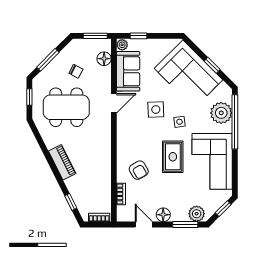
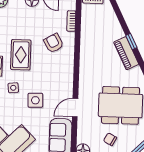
window: (71, 202) -> (131, 41), moved

